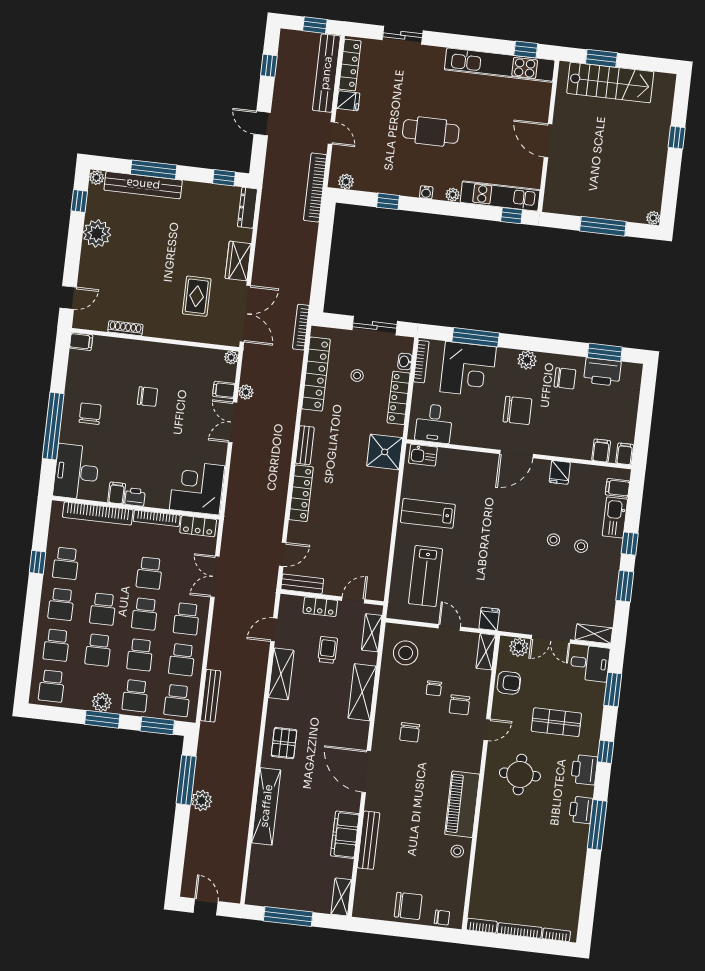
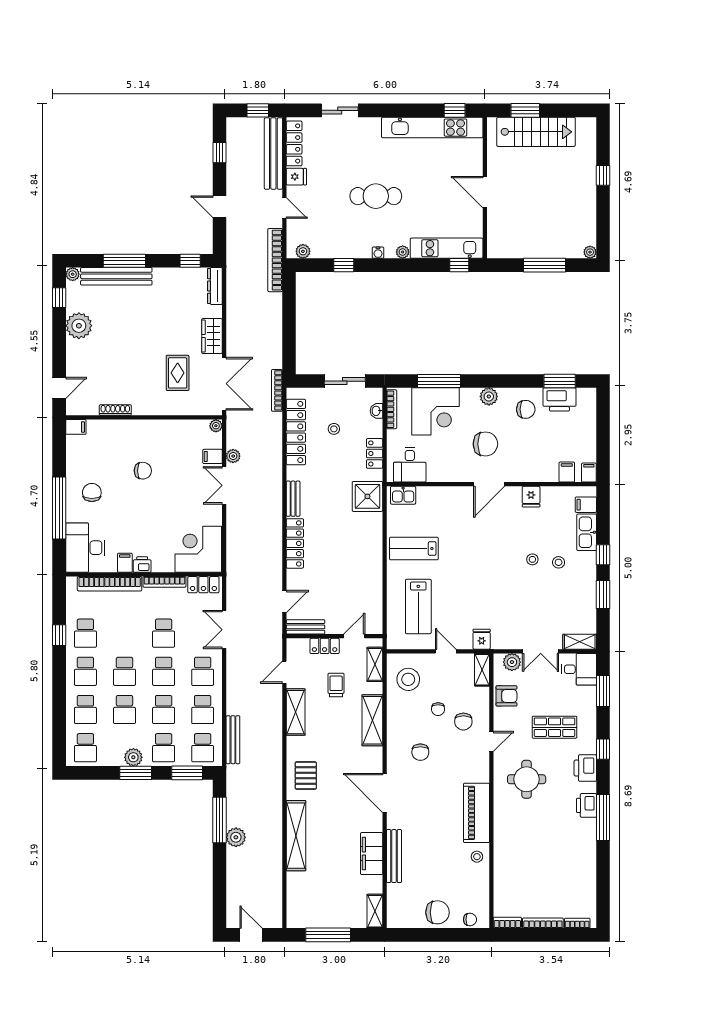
locker: (399, 398) -> (375, 453), width x0.66

